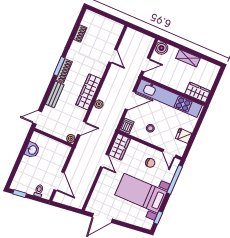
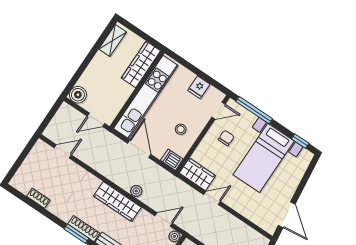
door: (113, 56) -> (63, 151), moved
shelving: (188, 58) -> (113, 40), moved
door: (146, 65) -> (96, 120), swing flipped
wardrobe: (198, 92) -> (141, 64), width x1.50
door: (82, 128) -> (164, 219), hinge flipped

